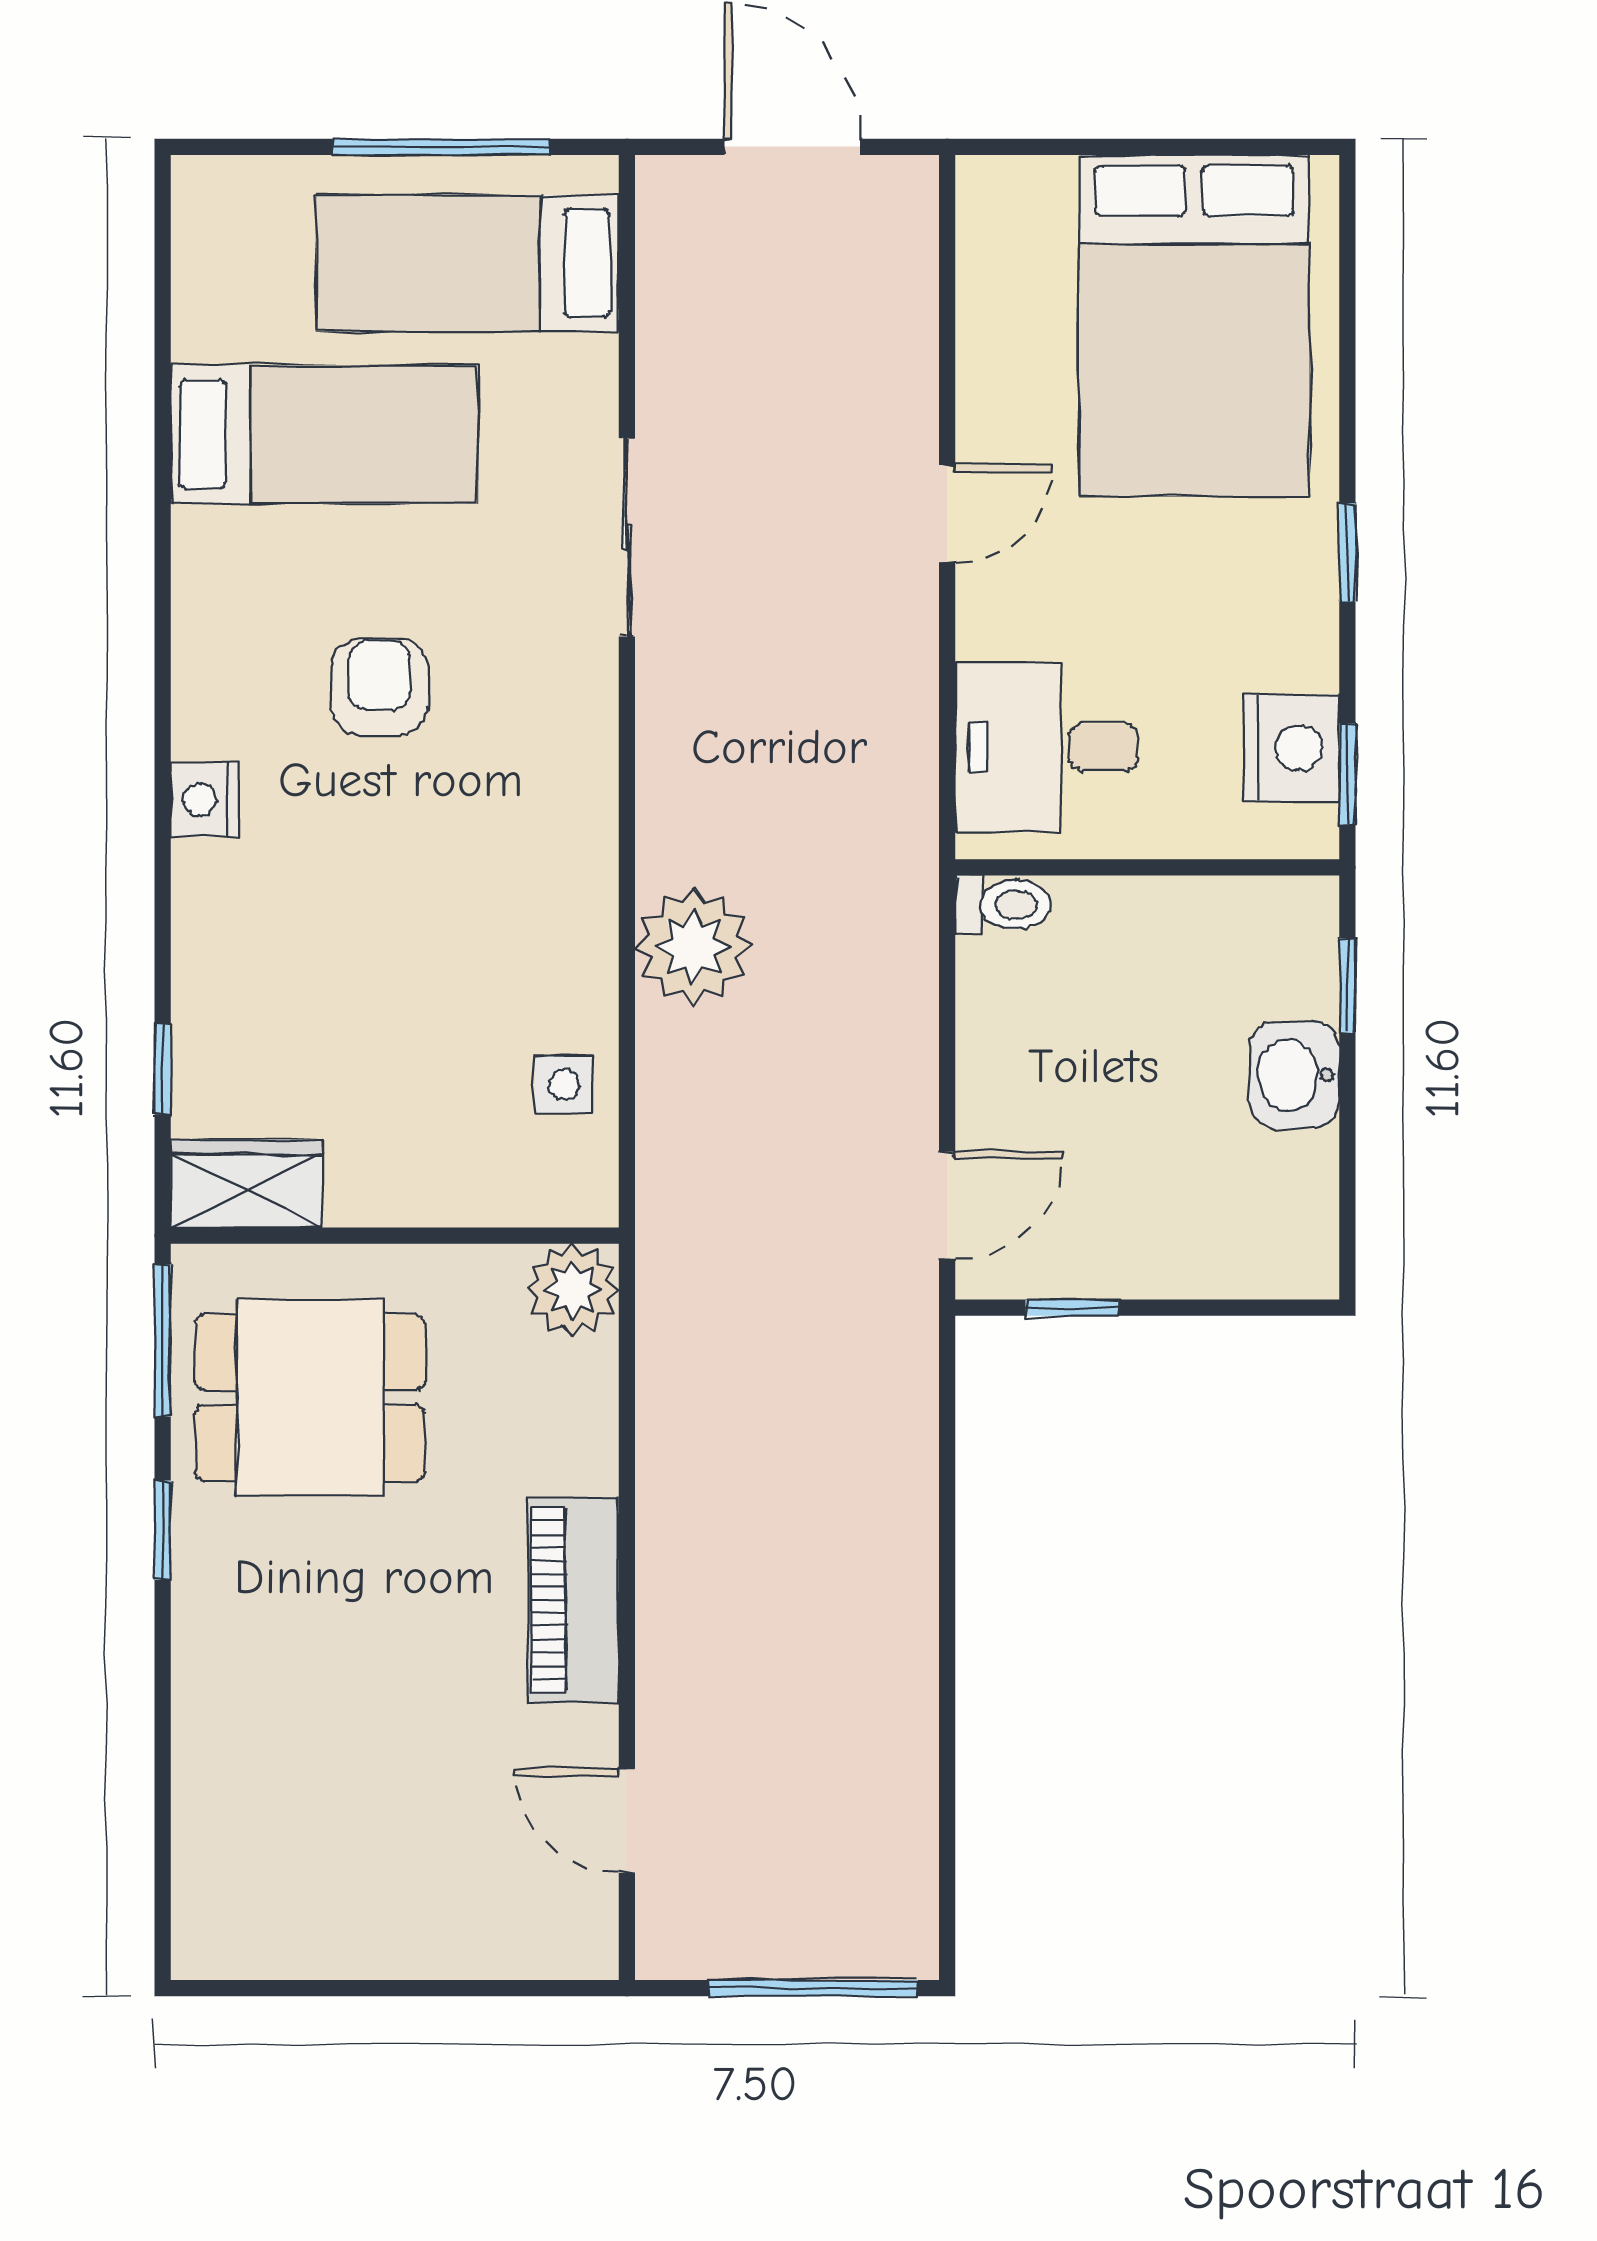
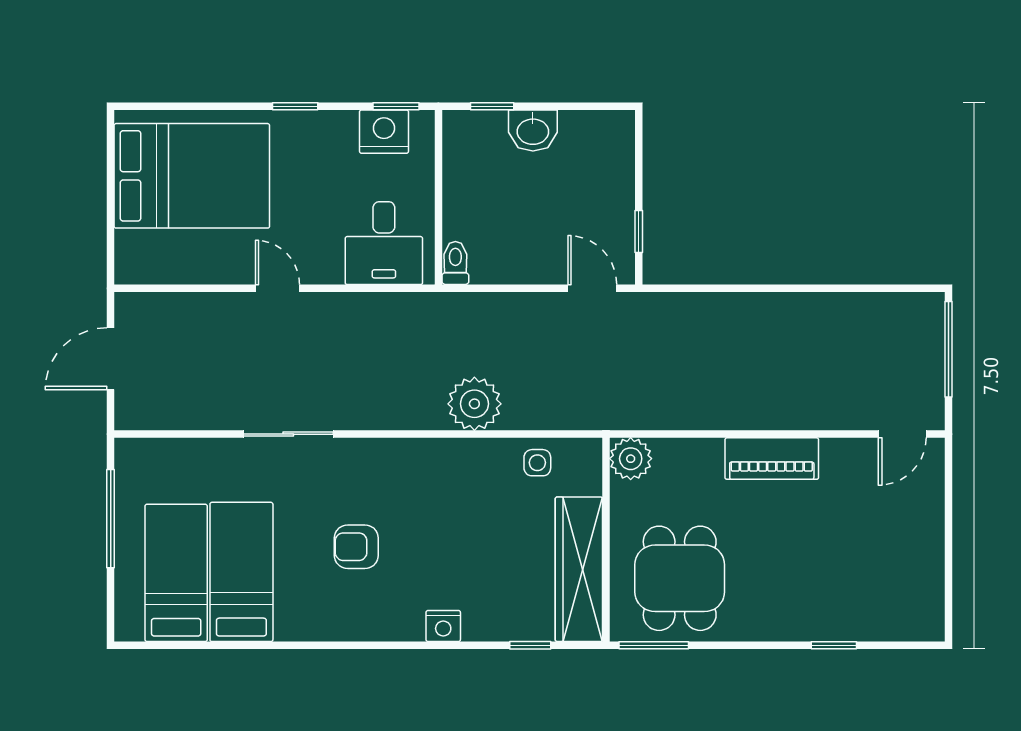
bed: (468, 263) -> (176, 573), moved, turned 180
nightstand: (205, 800) -> (443, 626), moved
wardrobe: (246, 1184) -> (579, 569), width x2.10, depth x1.17
window: (163, 1530) -> (834, 645), moved
door: (627, 1821) -> (902, 434), moved

